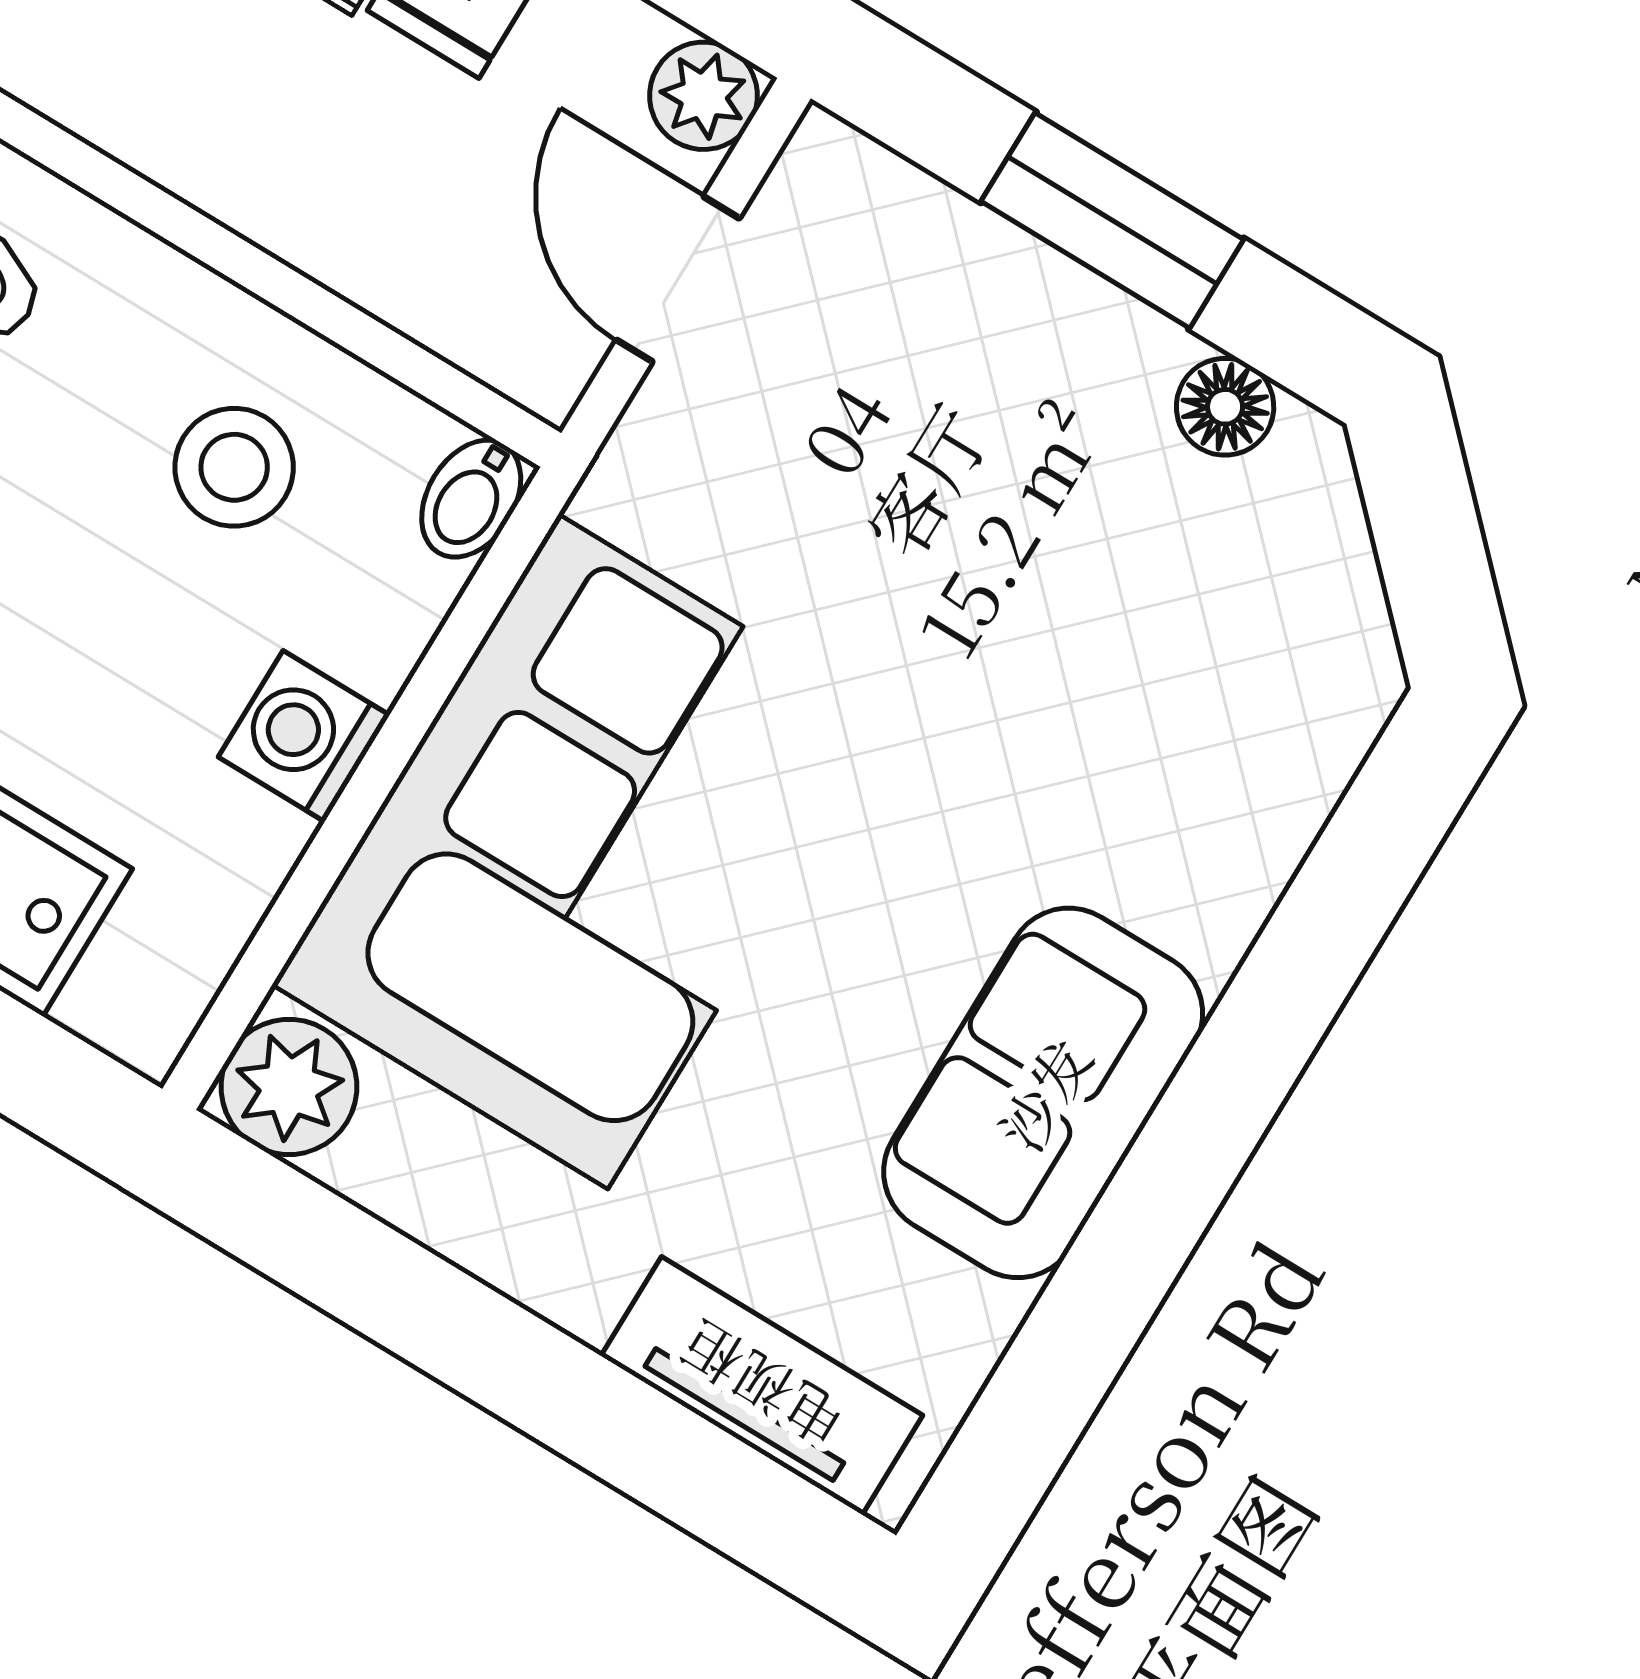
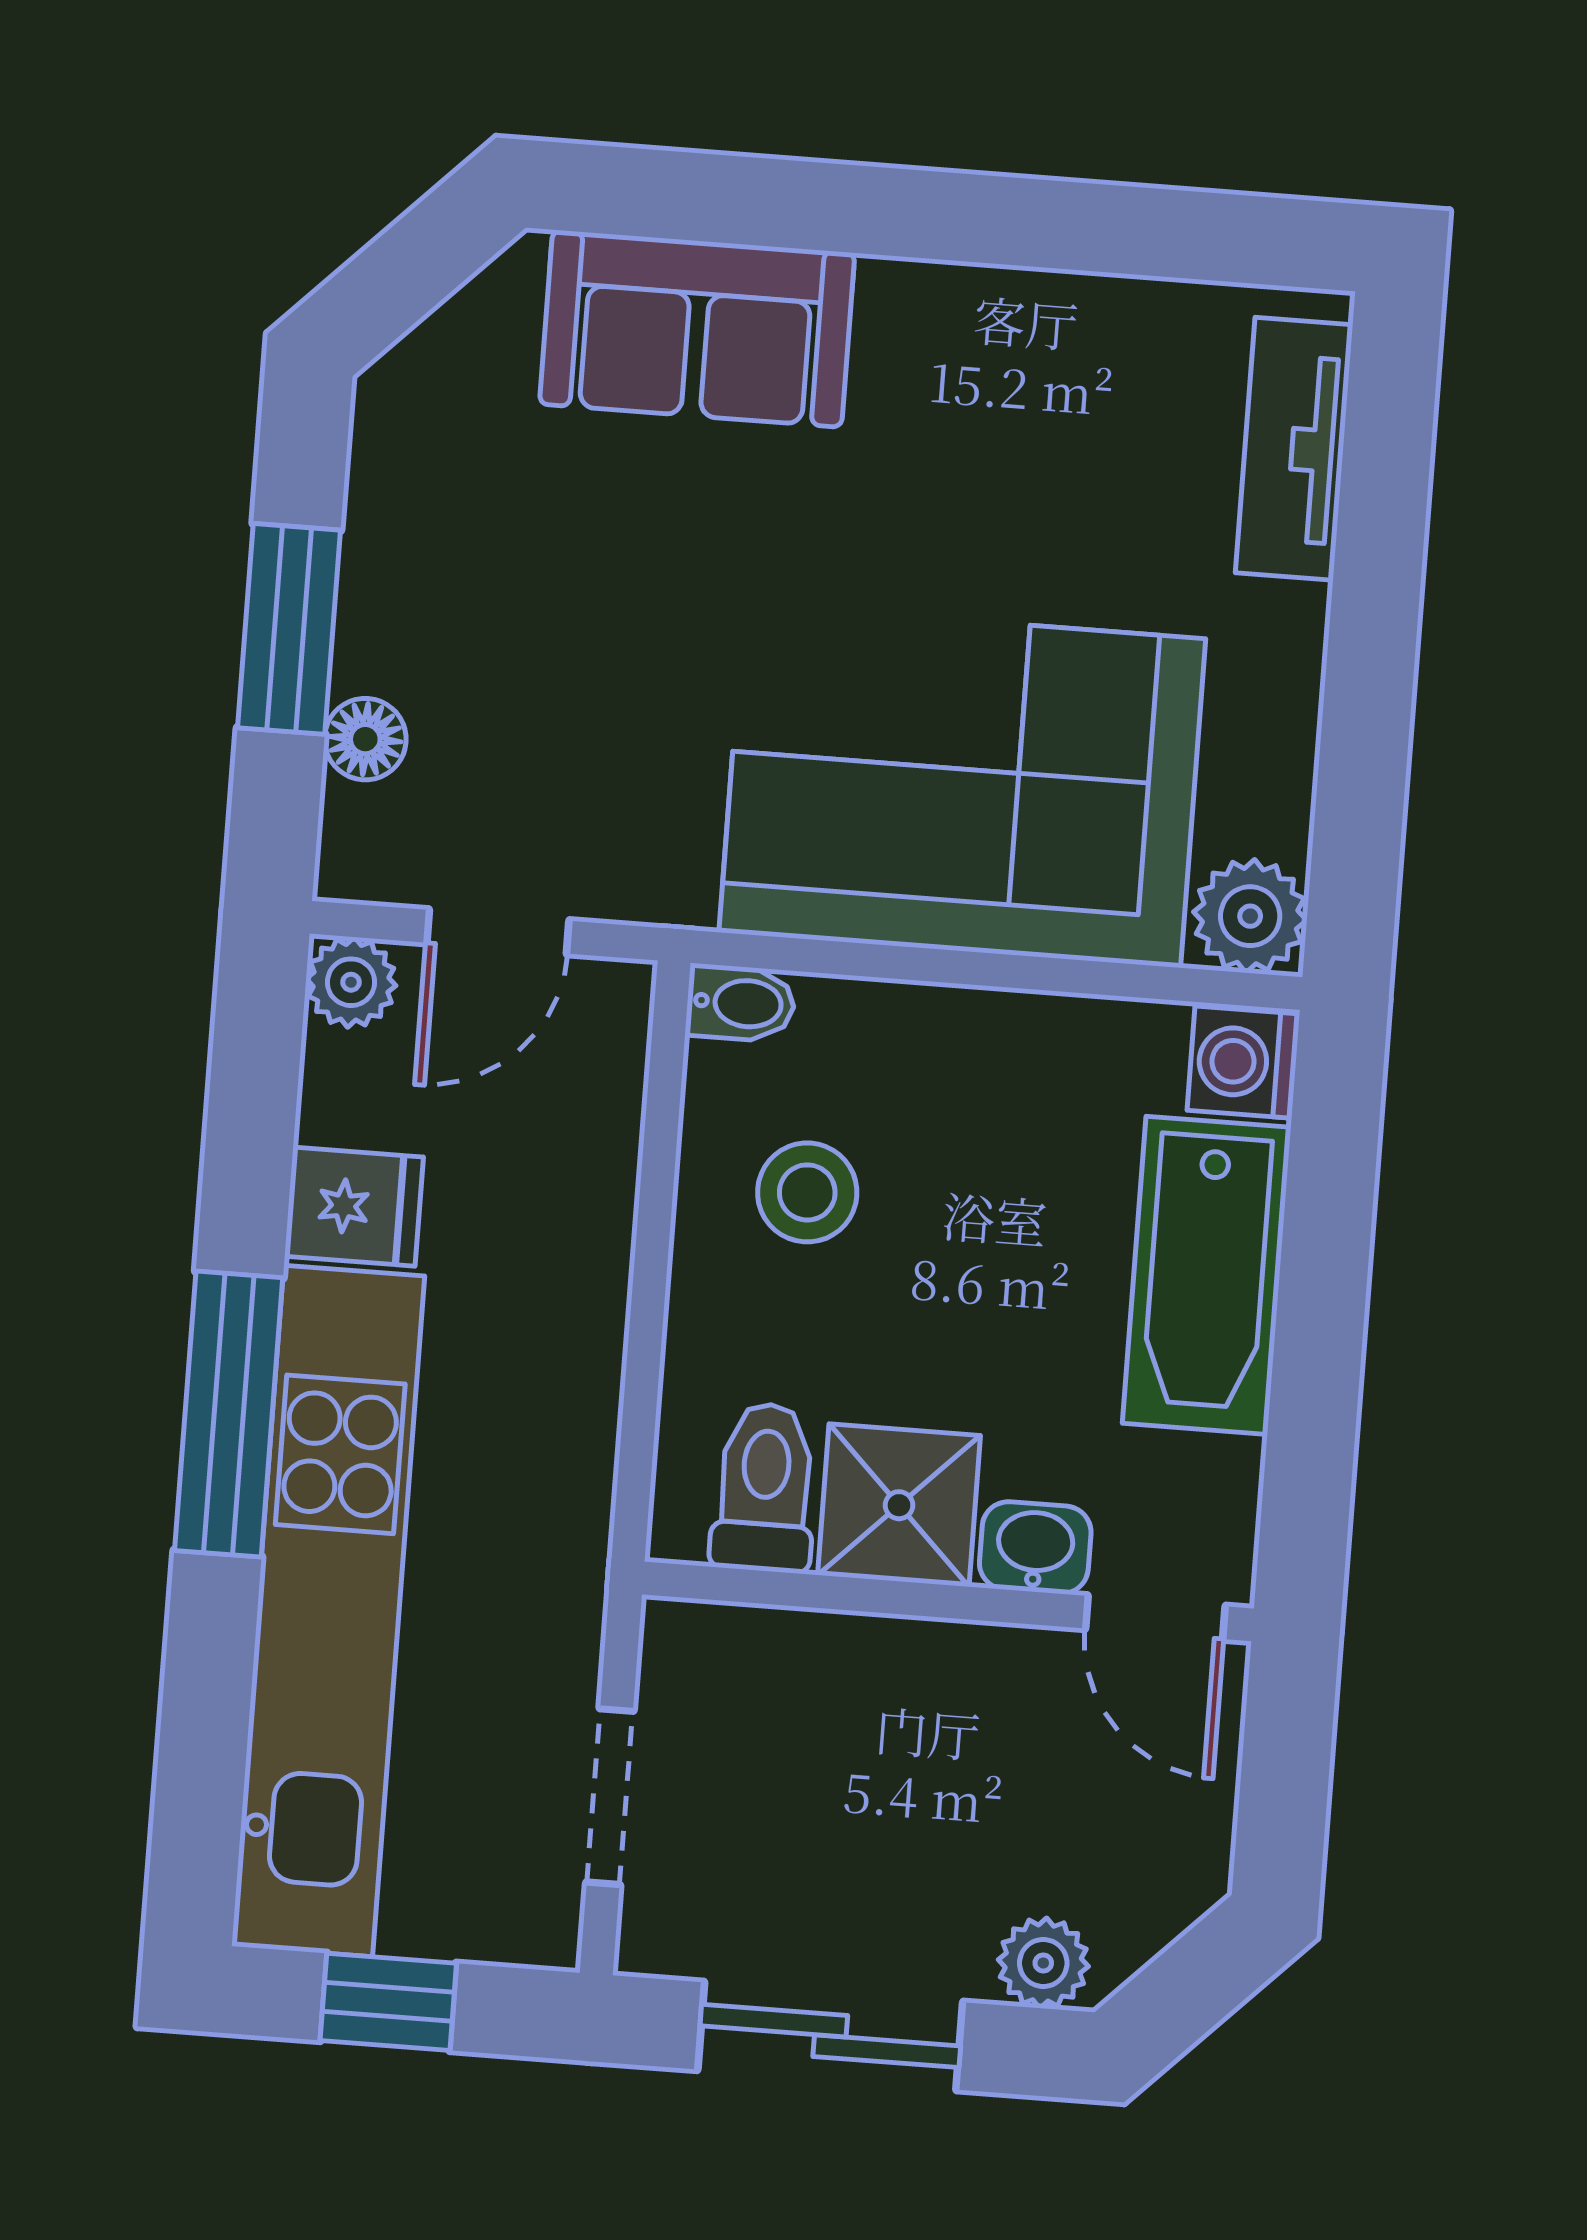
floor lamp: (1225, 407) -> (365, 739), moved
washing machine: (304, 736) -> (1243, 1062), moved, turned 90
sofa: (1043, 1093) -> (697, 329), moved

